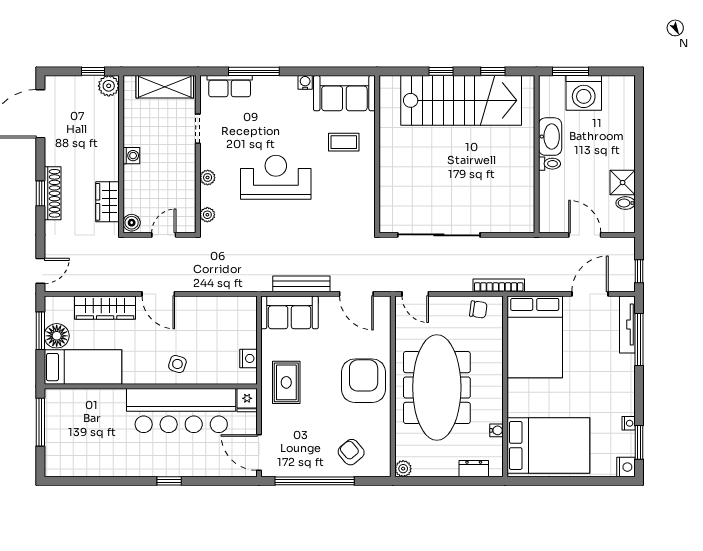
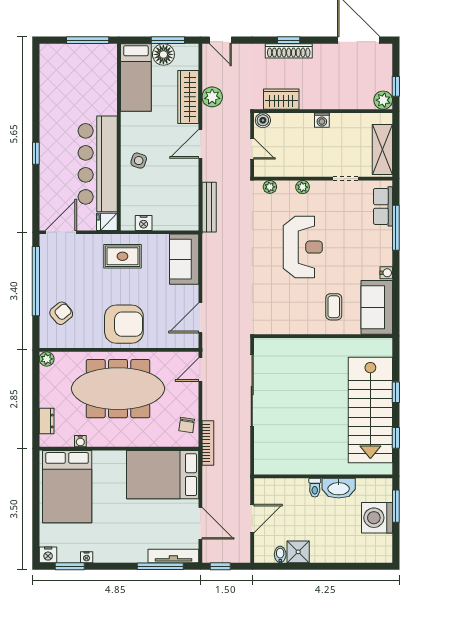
plant: (105, 280) -> (212, 97), added
bench: (301, 284) -> (209, 207), moved

